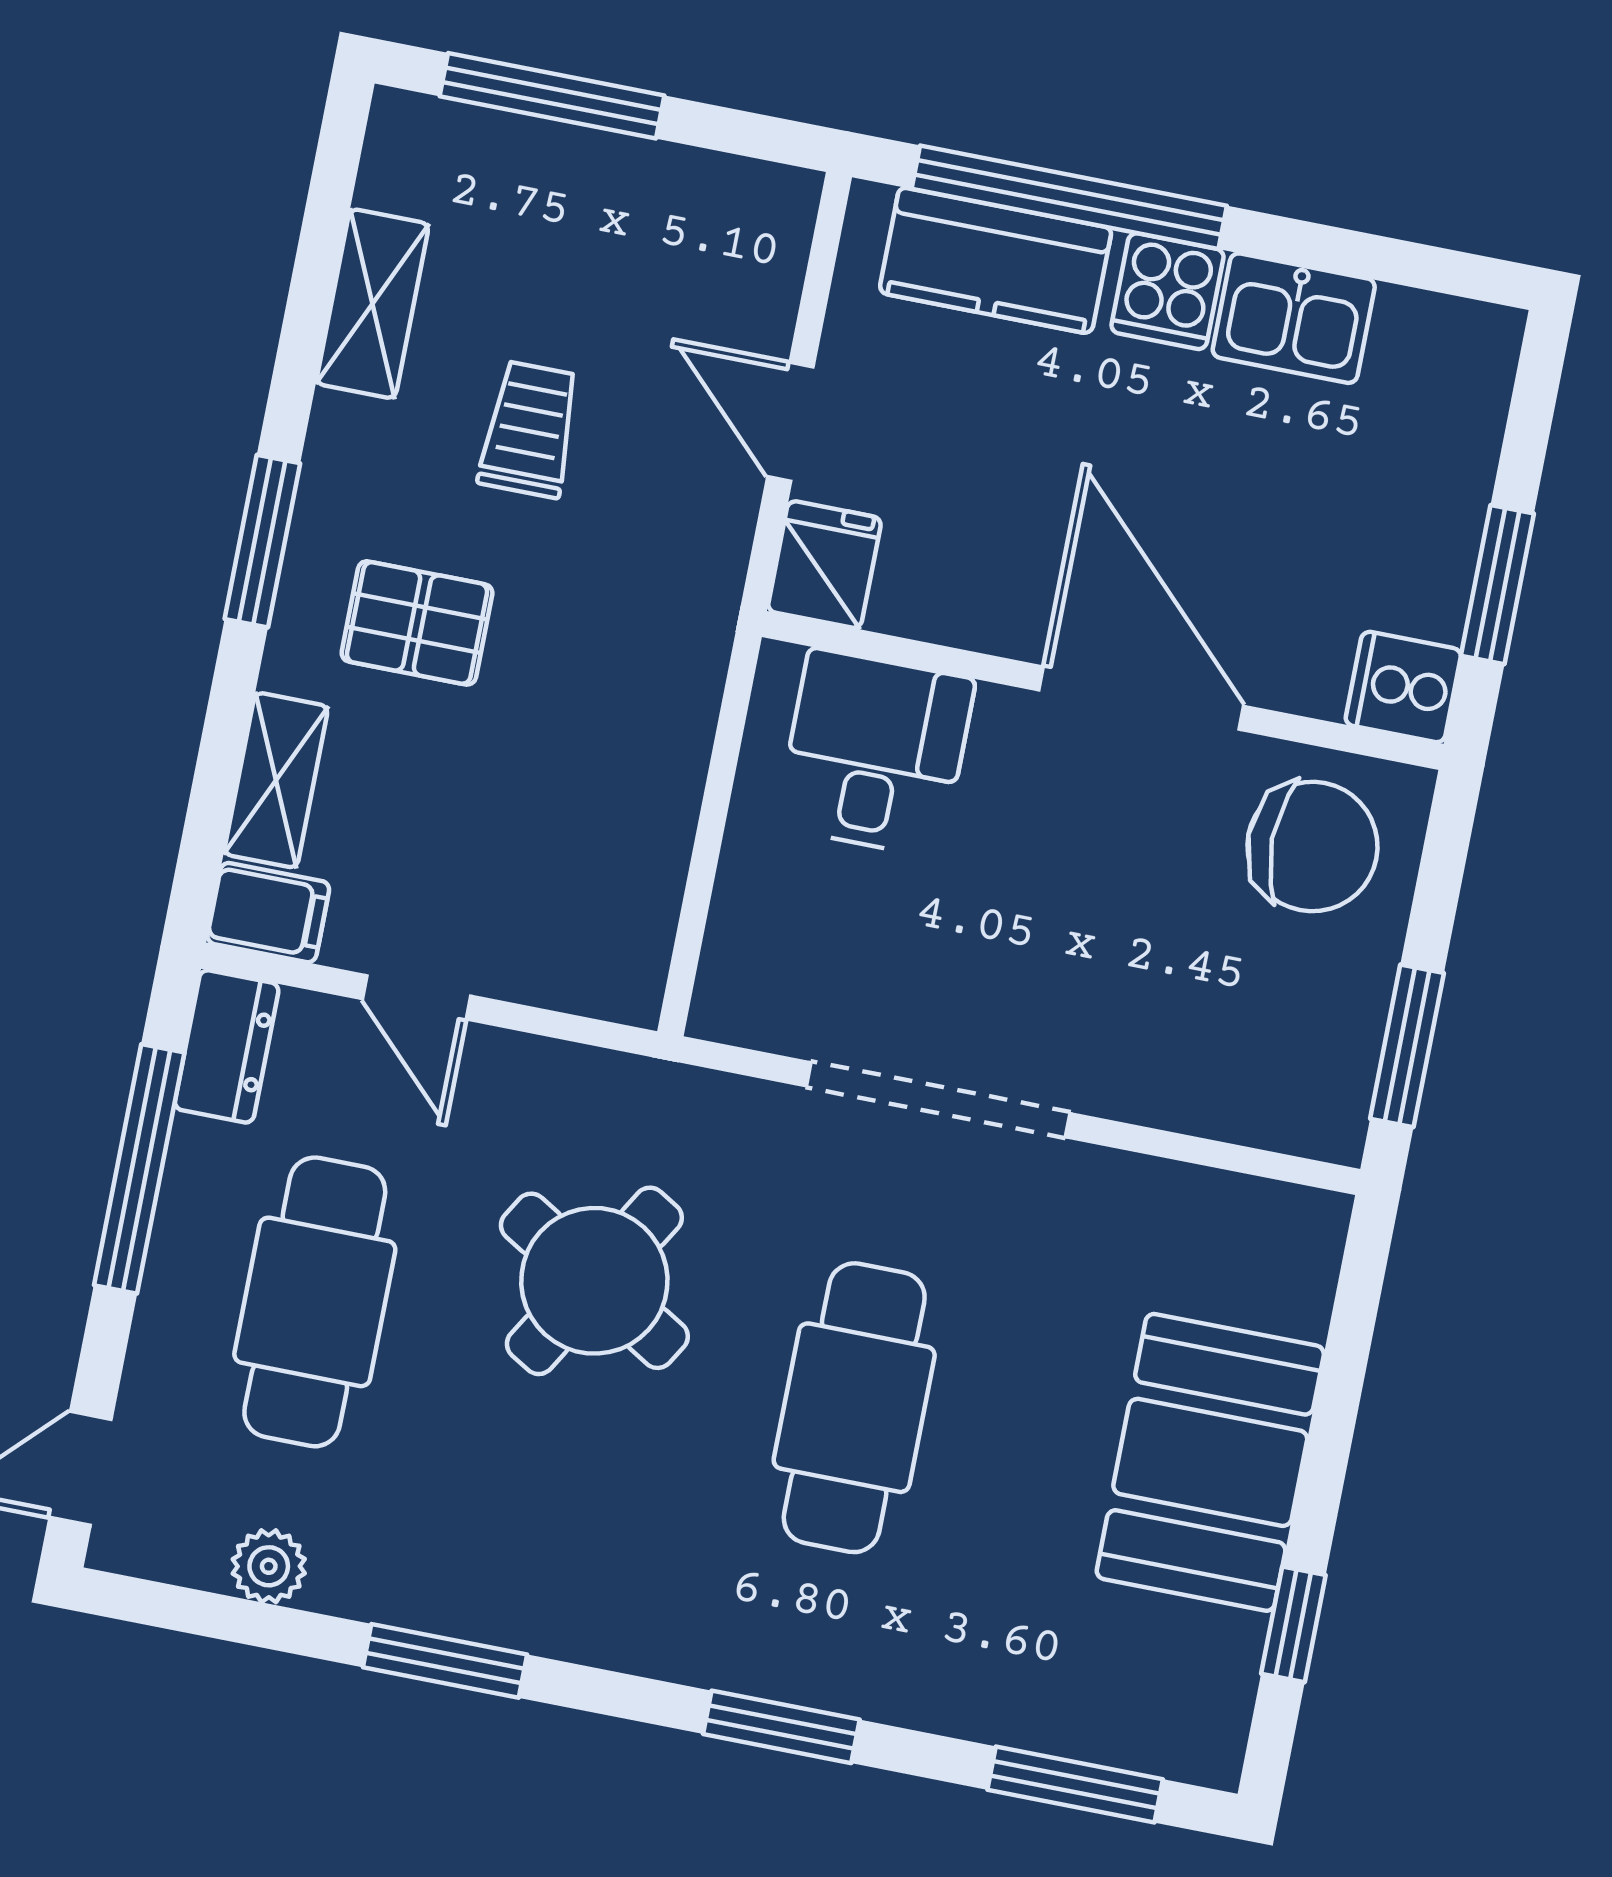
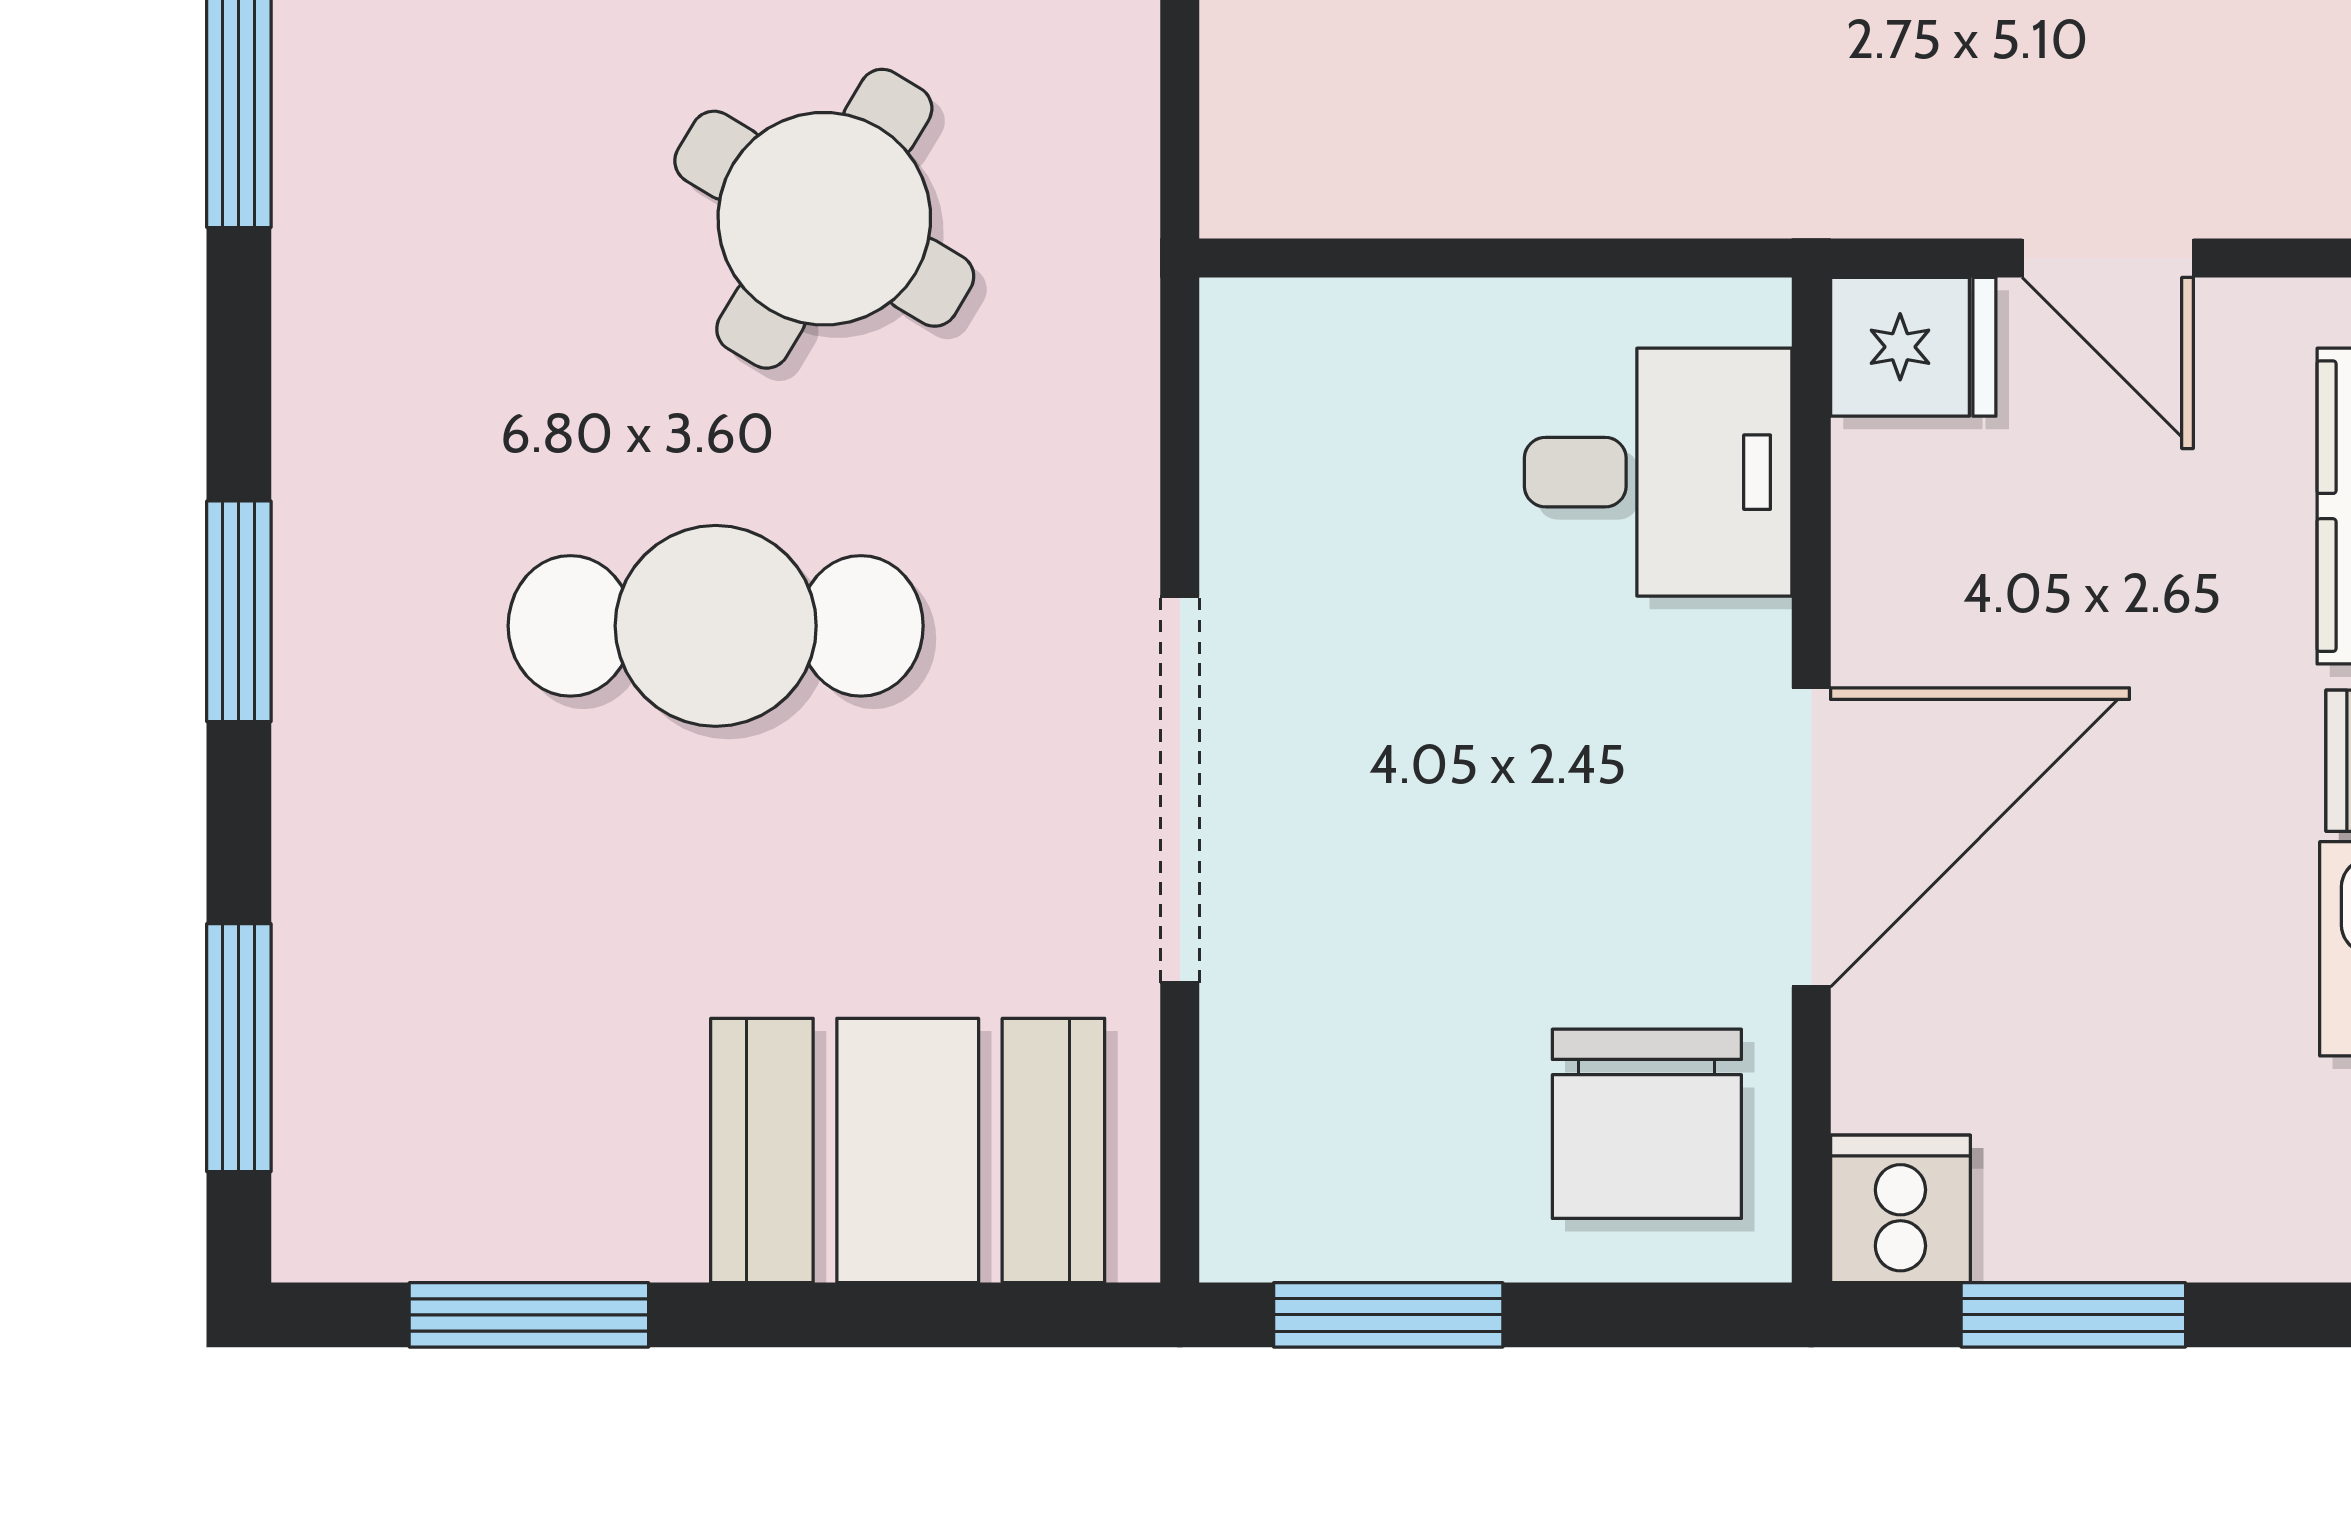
door: (790, 422) -> (2108, 258), swing flipped
doorway: (938, 1100) -> (1180, 790), moved
booth: (1210, 1462) -> (908, 1151), moved
window: (1293, 1624) -> (529, 1315), width x1.50

